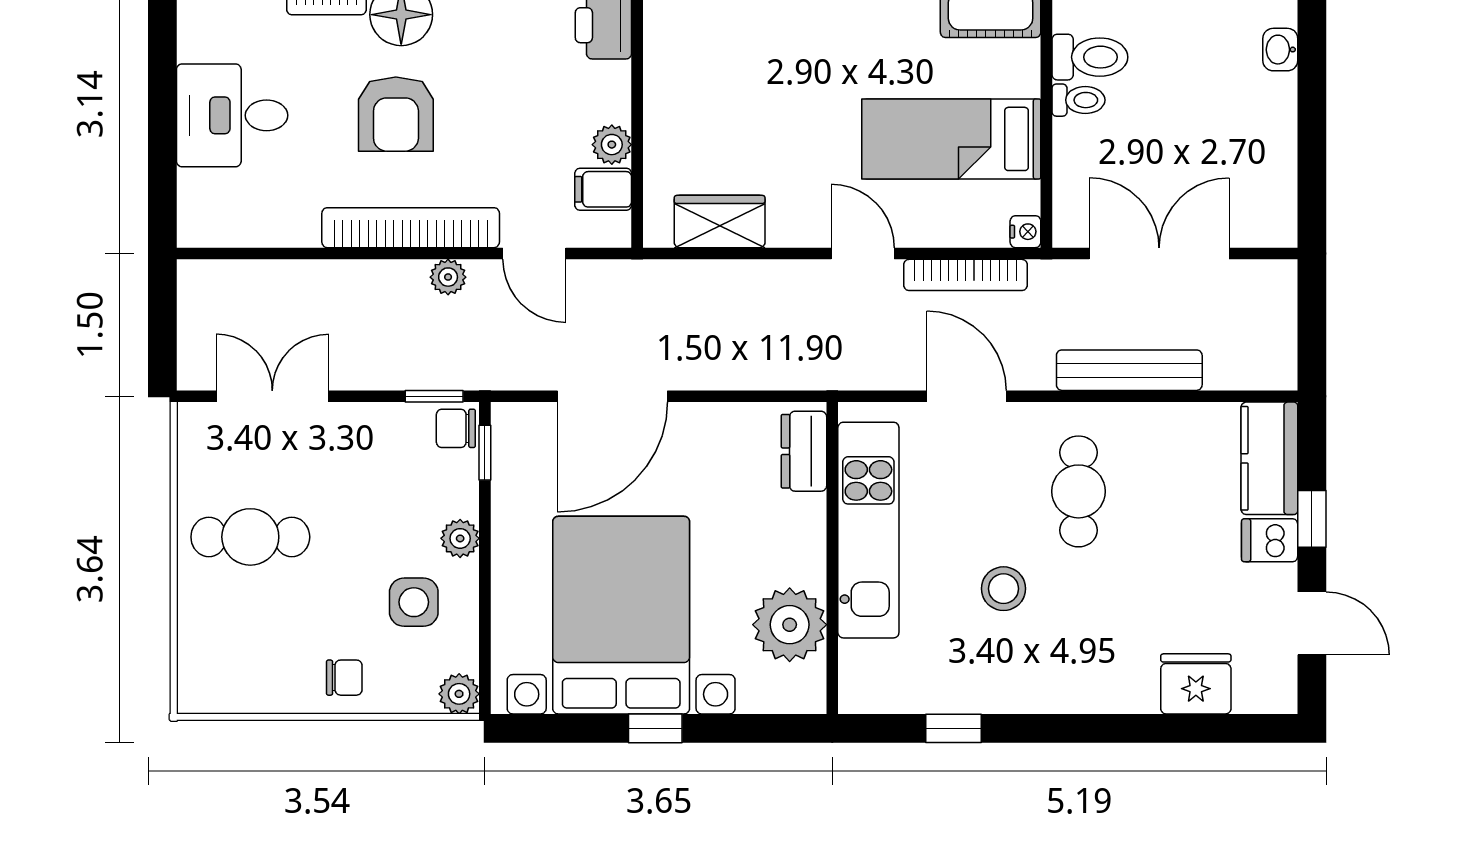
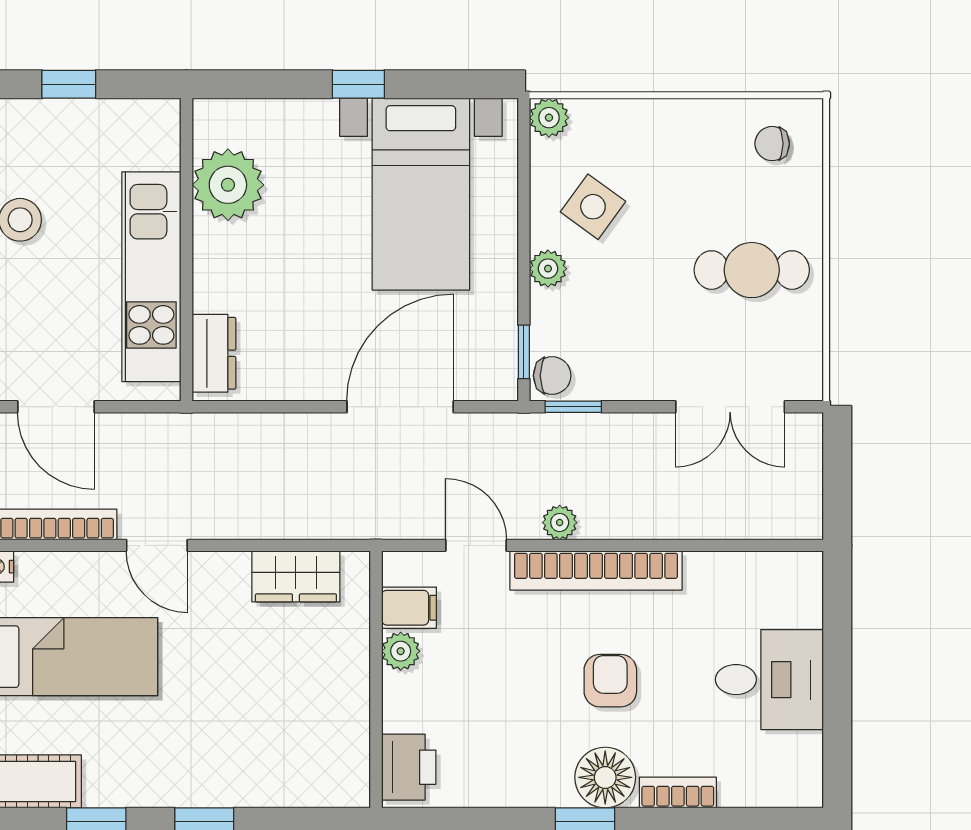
armchair: (396, 114) -> (610, 681), width x0.72, depth x0.72
side table: (414, 602) -> (593, 207), turned 36
bed with nightstands: (621, 615) -> (421, 194), width x0.73
chair: (344, 678) -> (772, 144), moved

